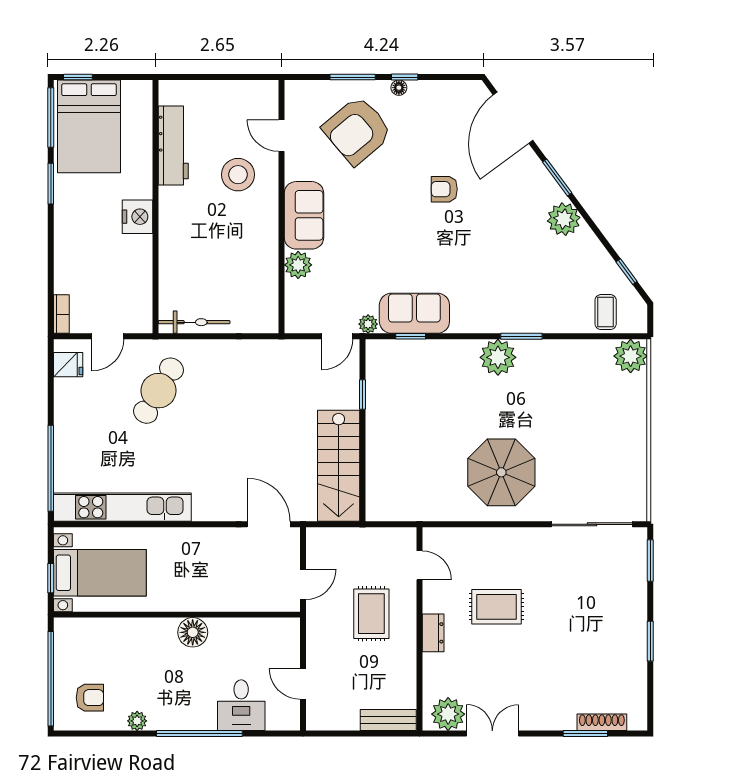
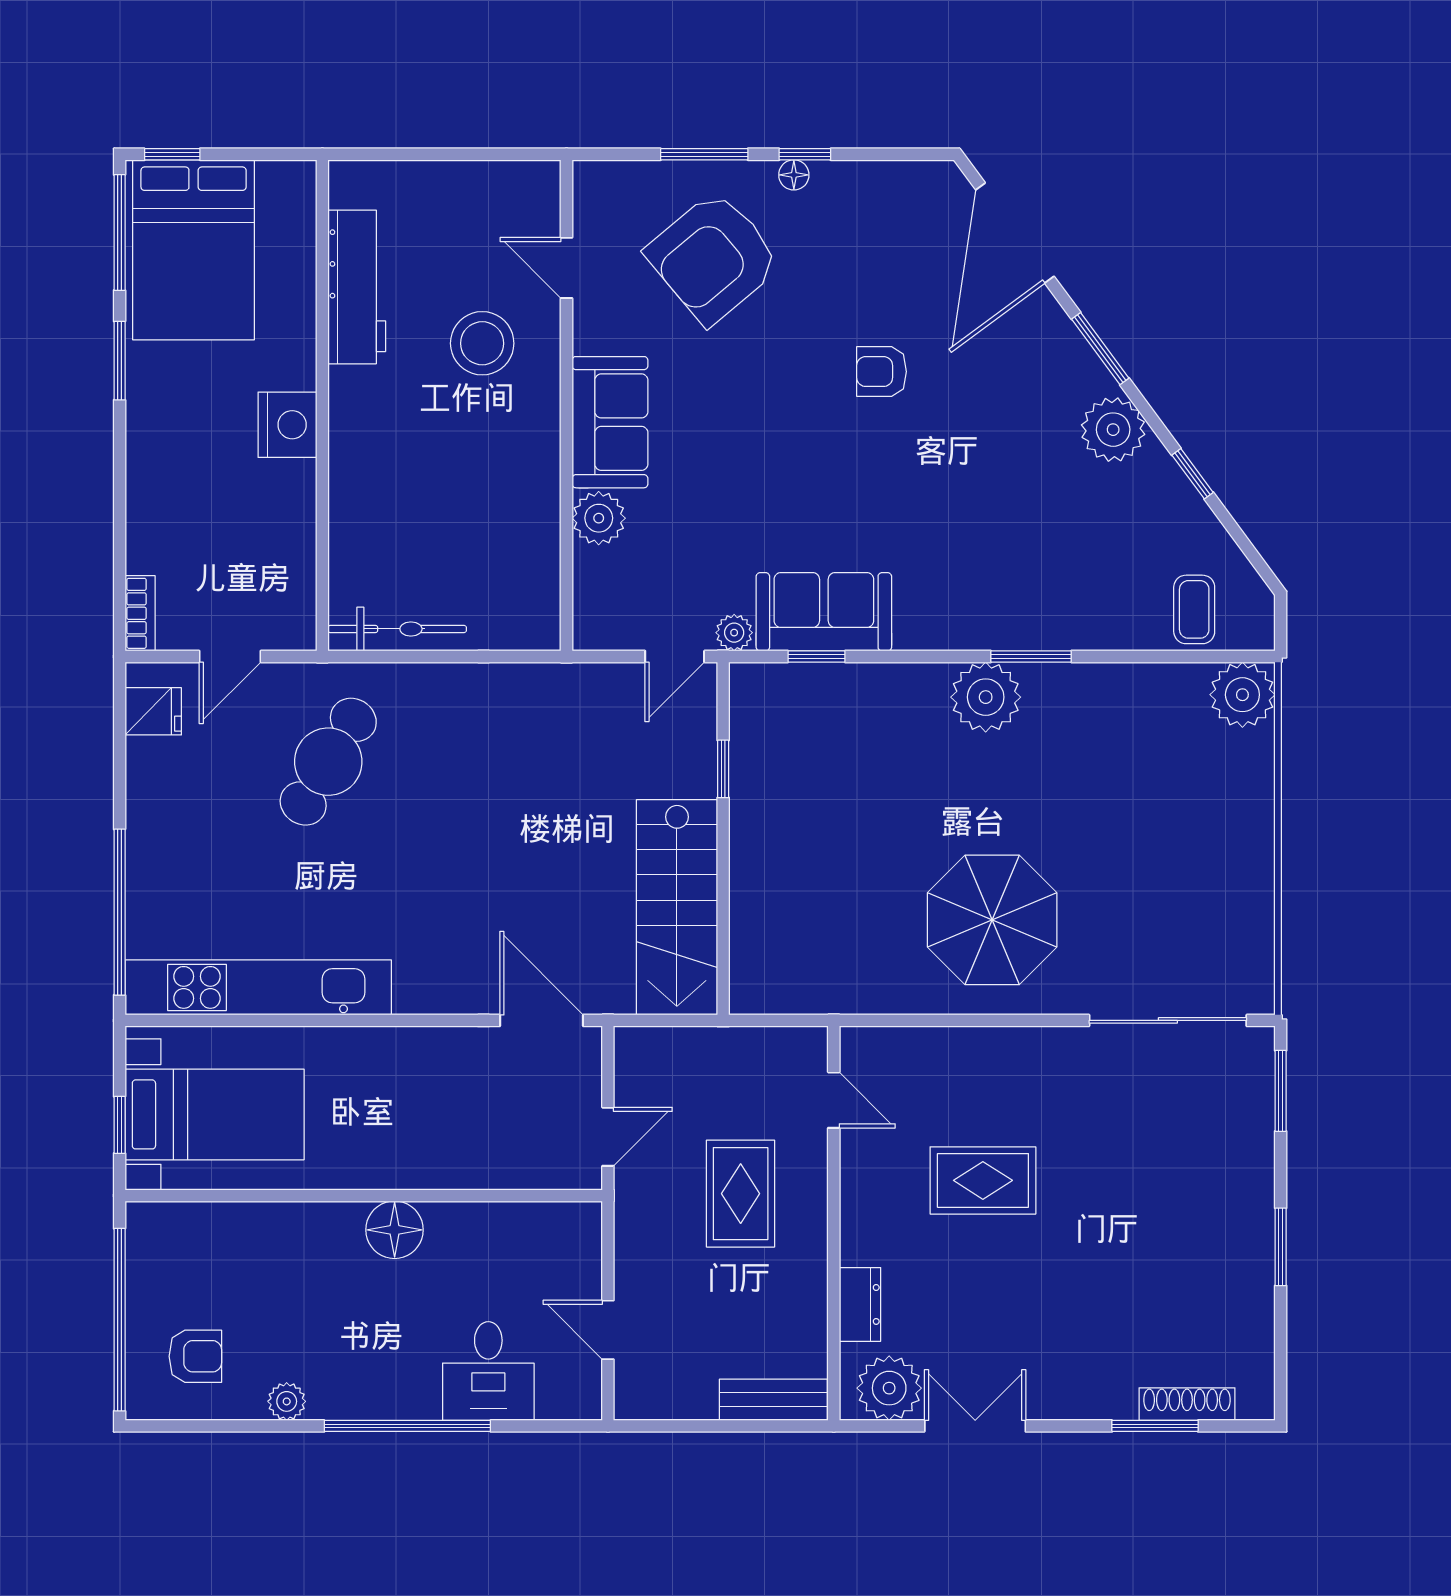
window: (627, 272) -> (1193, 474), moved
dresser: (433, 633) -> (860, 1304), moved

